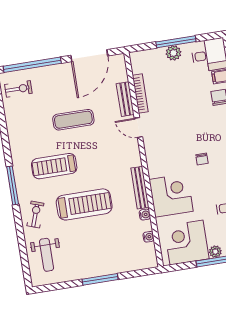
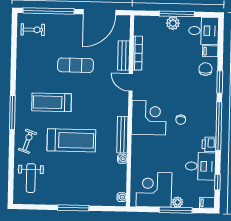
corner desk: (171, 195) -> (149, 118), moved
water cooler: (149, 237) -> (122, 197), moved

